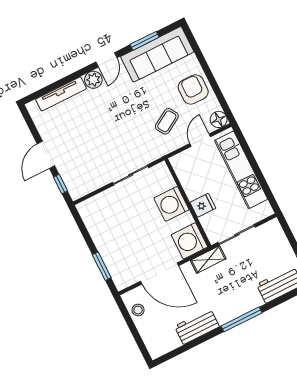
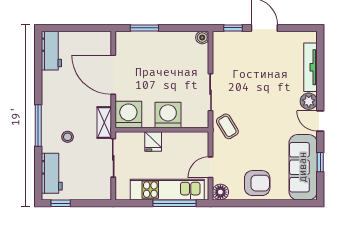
window: (145, 41) -> (320, 162), width x0.67
coffee table: (167, 121) -> (227, 126), moved
door: (200, 140) -> (211, 167), swing flipped
window: (250, 157) -> (174, 203), added
boiler: (84, 208) -> (202, 38), added
door: (160, 273) -> (113, 75), hinge flipped
stool: (138, 310) -> (68, 137), moved
workbench: (197, 326) -> (51, 51), moved

